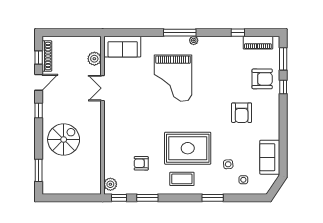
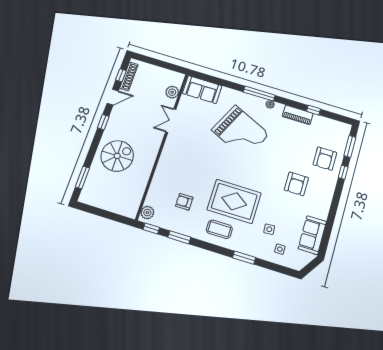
piano: (258, 43) -> (298, 115), moved
grand piano: (173, 78) -> (240, 132), turned -65
armchair: (262, 79) -> (325, 159), turned 90

